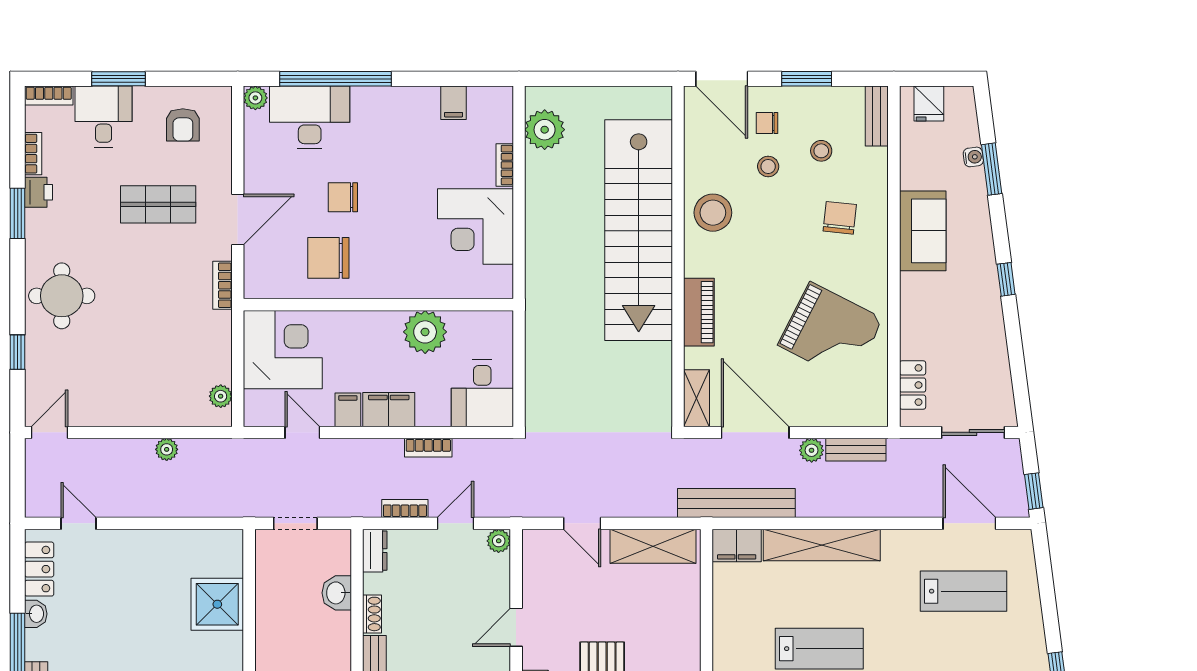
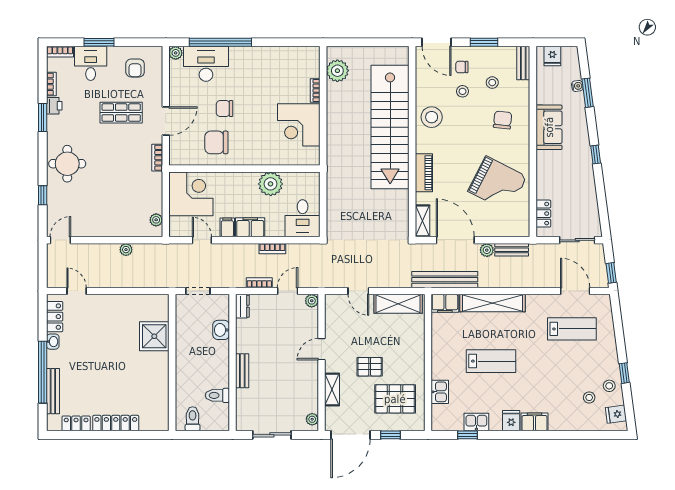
filing cabinet: (454, 103) -> (286, 56), removed
shoe rack: (372, 614) -> (241, 342), removed

